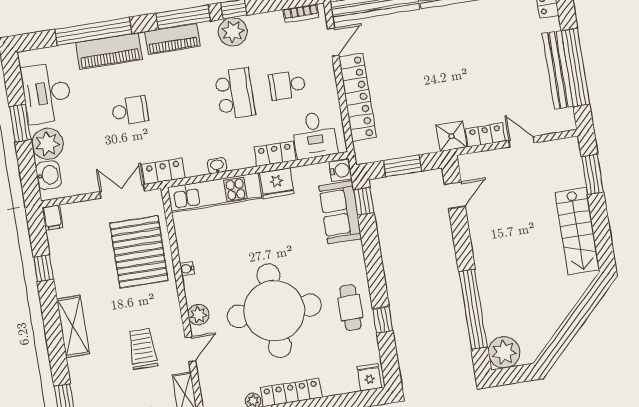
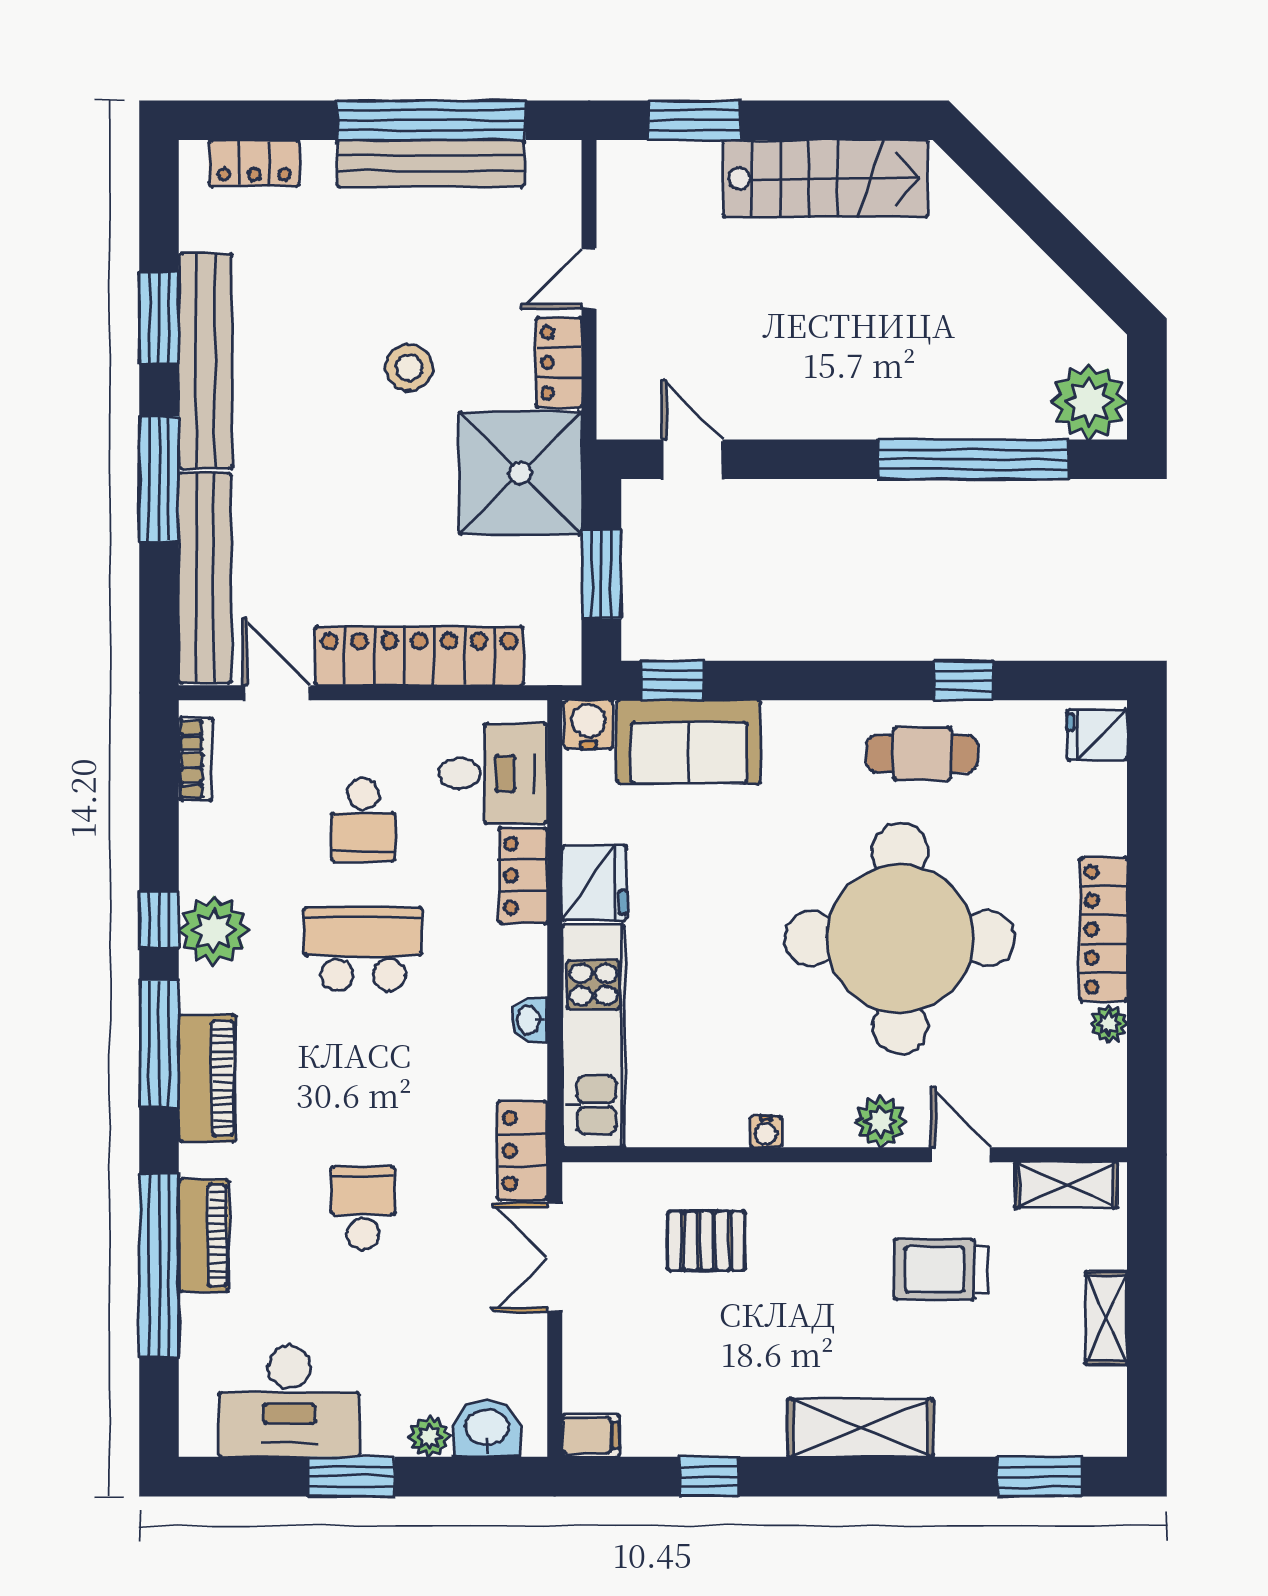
piano: (109, 51) -> (204, 1235), width x0.73, depth x0.75
stool: (474, 75) -> (409, 368), added
shower: (451, 136) -> (520, 473), width x1.86, depth x1.86
plant: (47, 144) -> (429, 1437), width x0.53, depth x0.53
pallet: (139, 252) -> (706, 1241), width x0.49, depth x0.50

